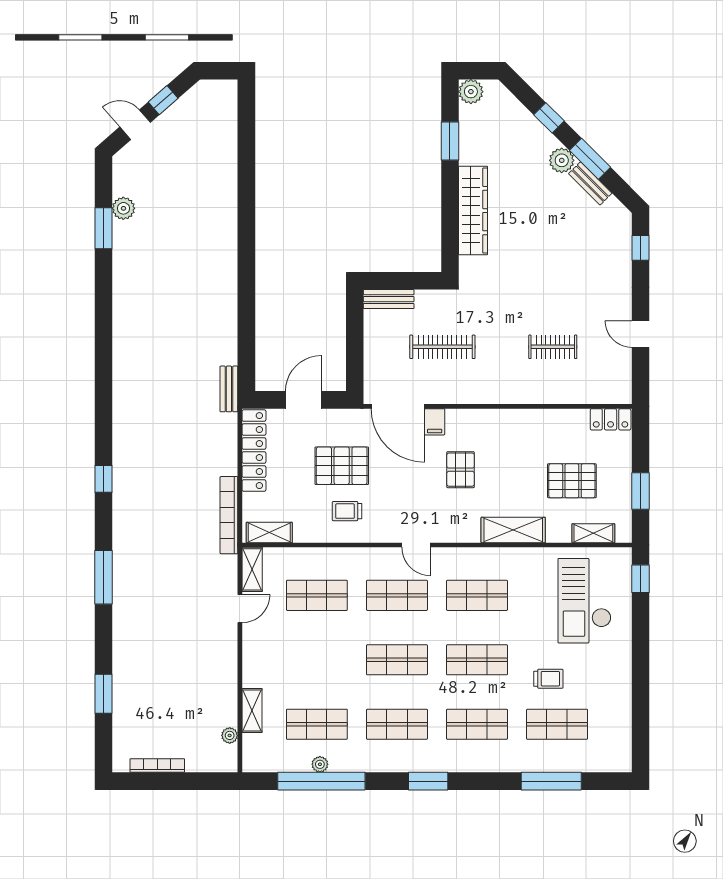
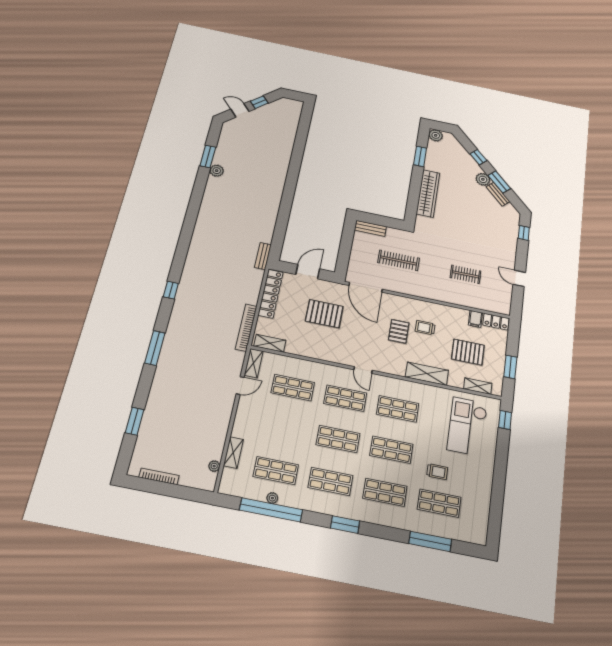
plant: (123, 208) -> (217, 171), moved
filing cabinet: (435, 422) -> (475, 319), moved
trolley: (347, 511) -> (425, 328), moved

